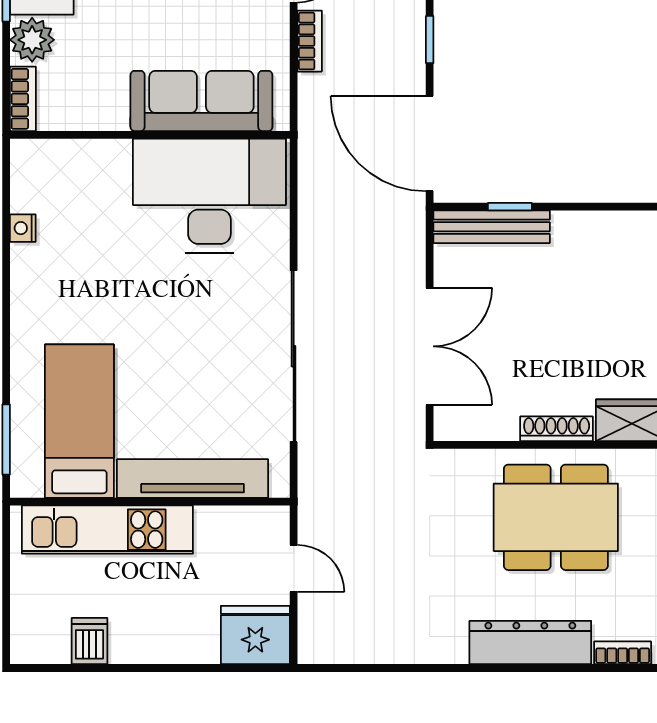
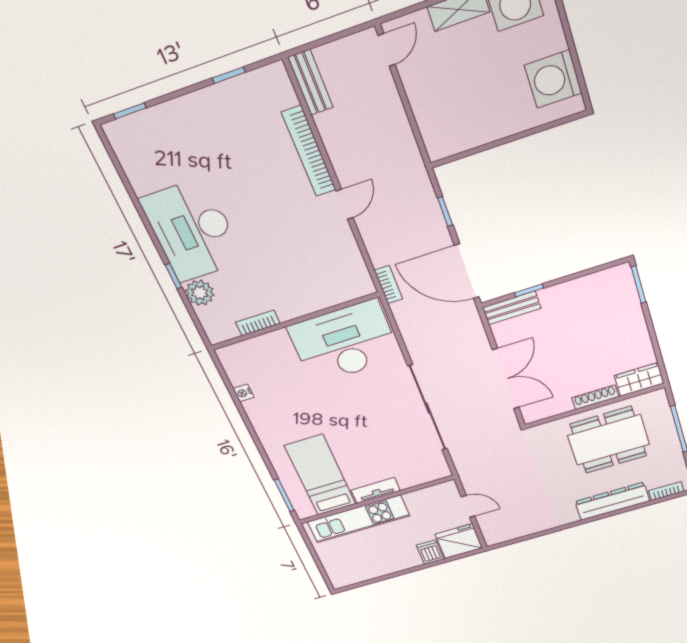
bookcase: (310, 41) -> (388, 285), moved
bookcase: (23, 99) -> (258, 323), moved, turned -90
sofa: (201, 101) -> (317, 293), removed
bench: (492, 227) -> (512, 308), width x0.73
tv unit: (193, 479) -> (376, 490), width x0.52, depth x0.78
dishwasher: (89, 641) -> (430, 552), moved

